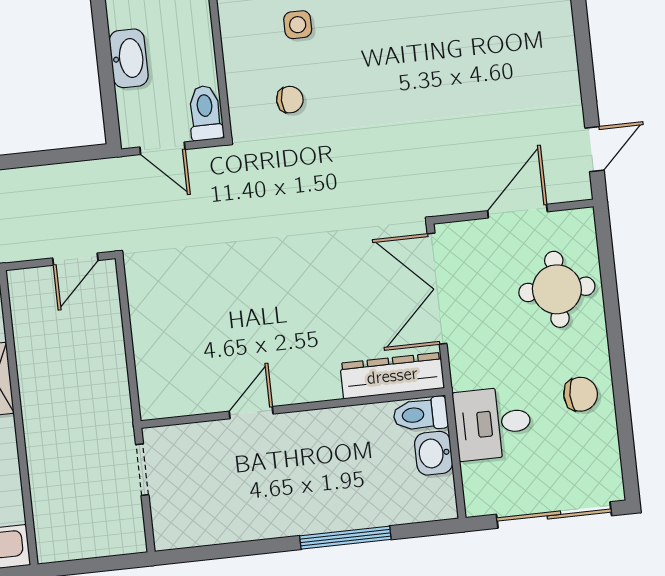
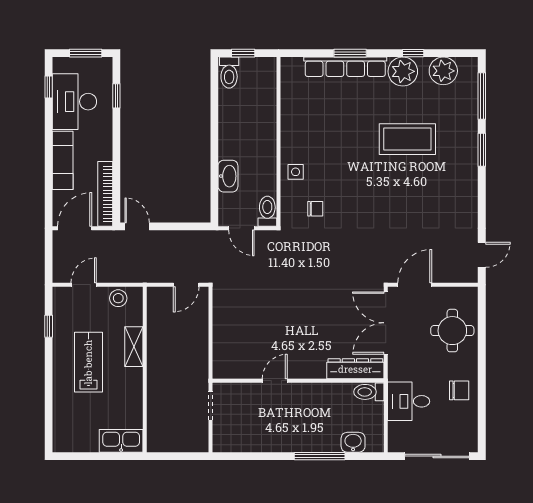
side table: (298, 25) -> (296, 172), moved
door: (517, 211) -> (415, 285), moved
washbasin: (434, 453) -> (353, 442), moved, turned 90

